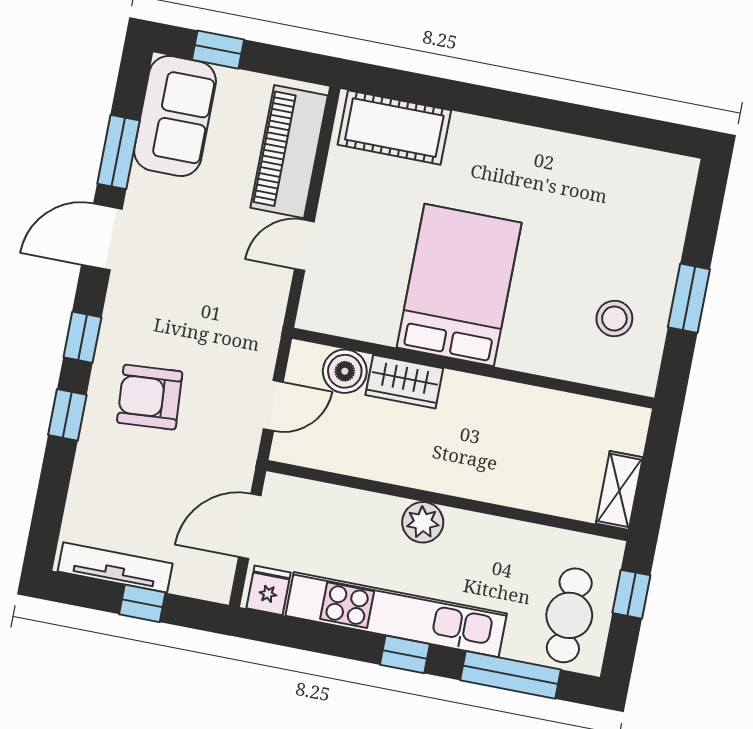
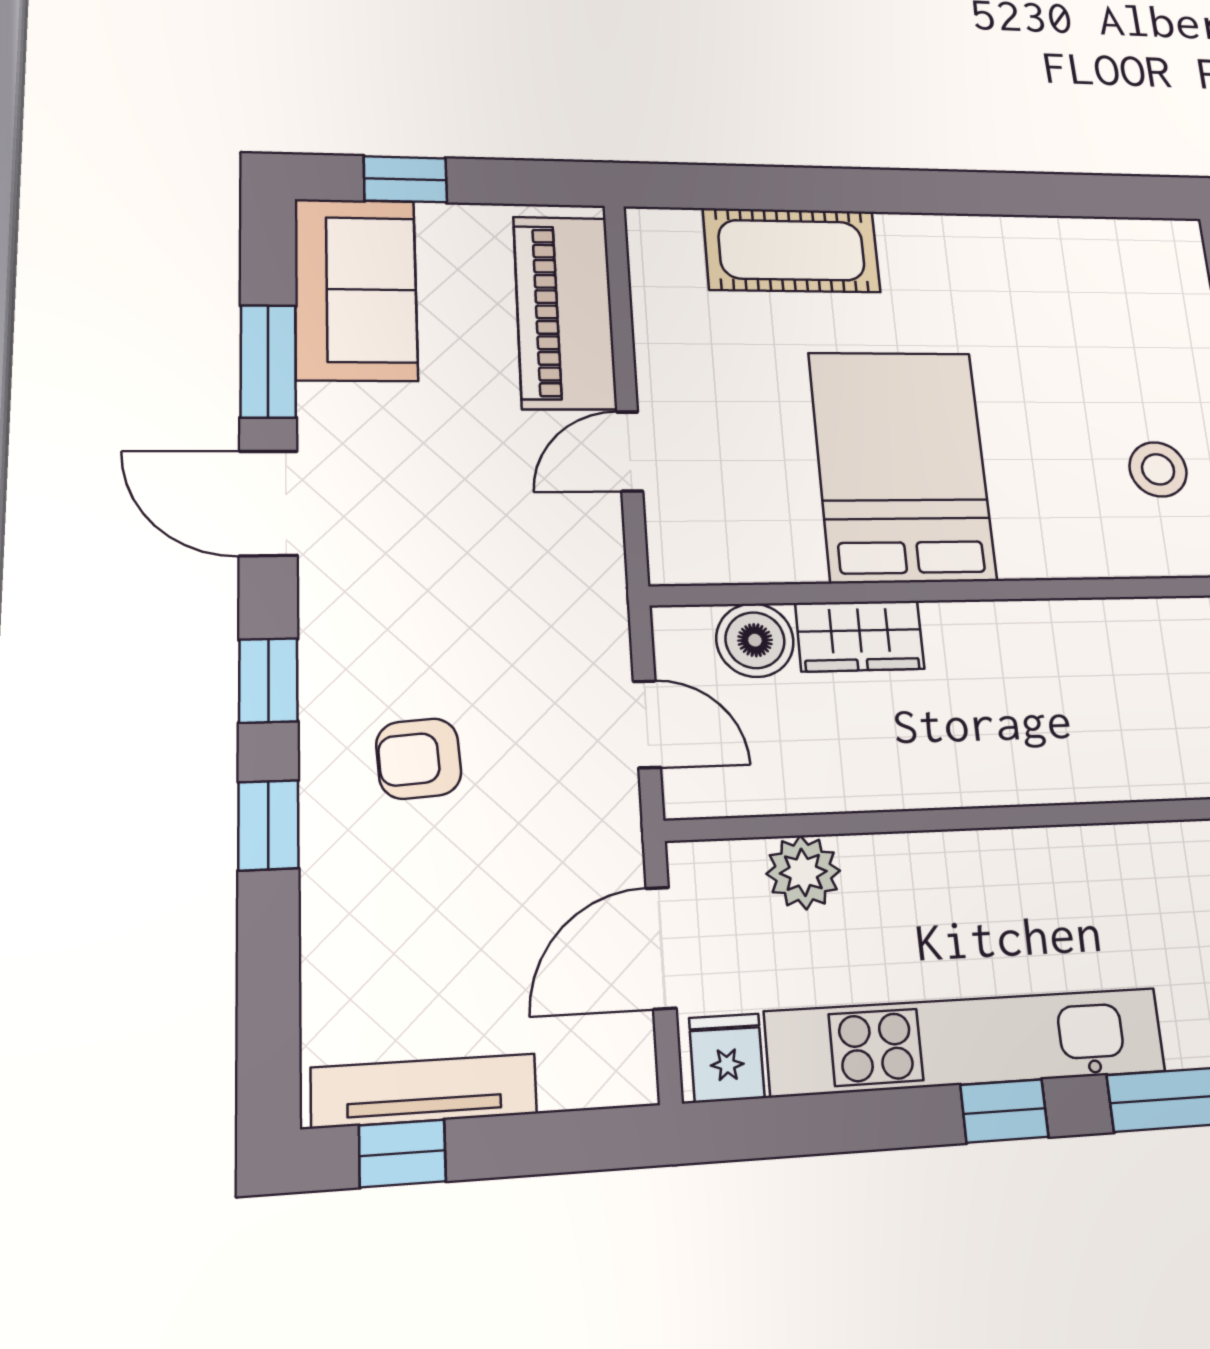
cot: (394, 128) -> (792, 250), moved
door: (102, 237) -> (268, 503), hinge flipped
armchair: (150, 397) -> (419, 759), width x0.72, depth x0.72
door: (273, 405) -> (647, 724), hinge flipped
plant: (423, 522) -> (803, 872), moved
window: (142, 603) -> (402, 1153), moved

